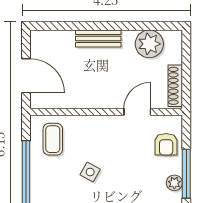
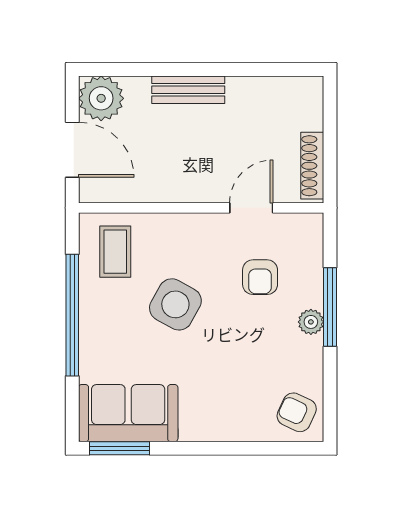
plant: (149, 44) -> (101, 98), moved
armchair: (166, 144) -> (260, 277), moved
side table: (90, 172) -> (175, 304), width x1.87, depth x1.87

